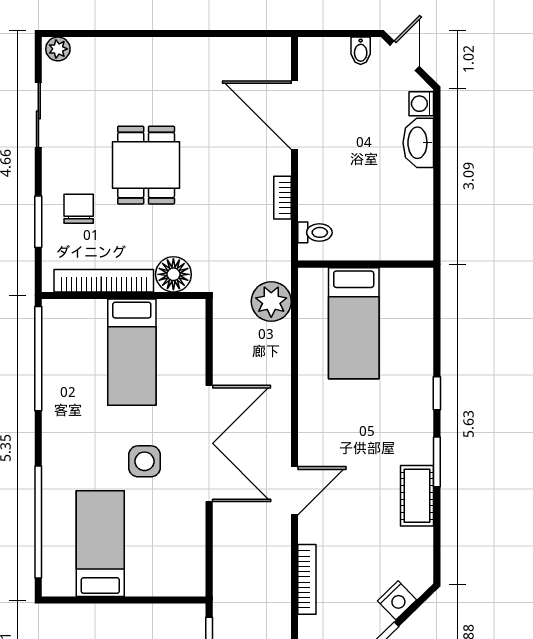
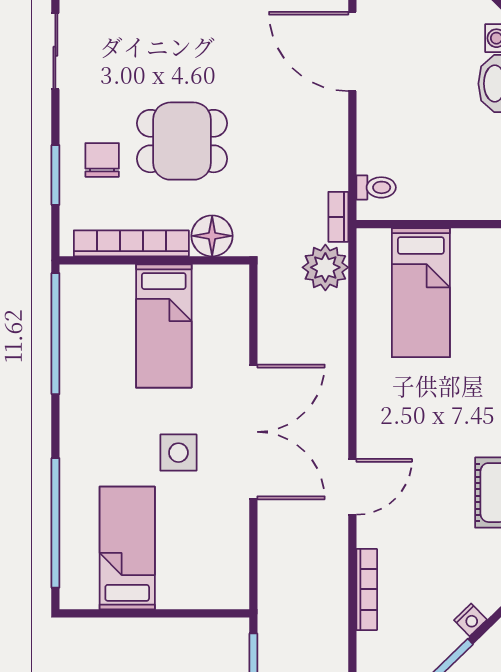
dining table: (146, 165) -> (182, 141), moved, turned 90
bookcase: (282, 198) -> (338, 217), moved
nightstand: (397, 600) -> (470, 620), width x0.72, depth x0.74

